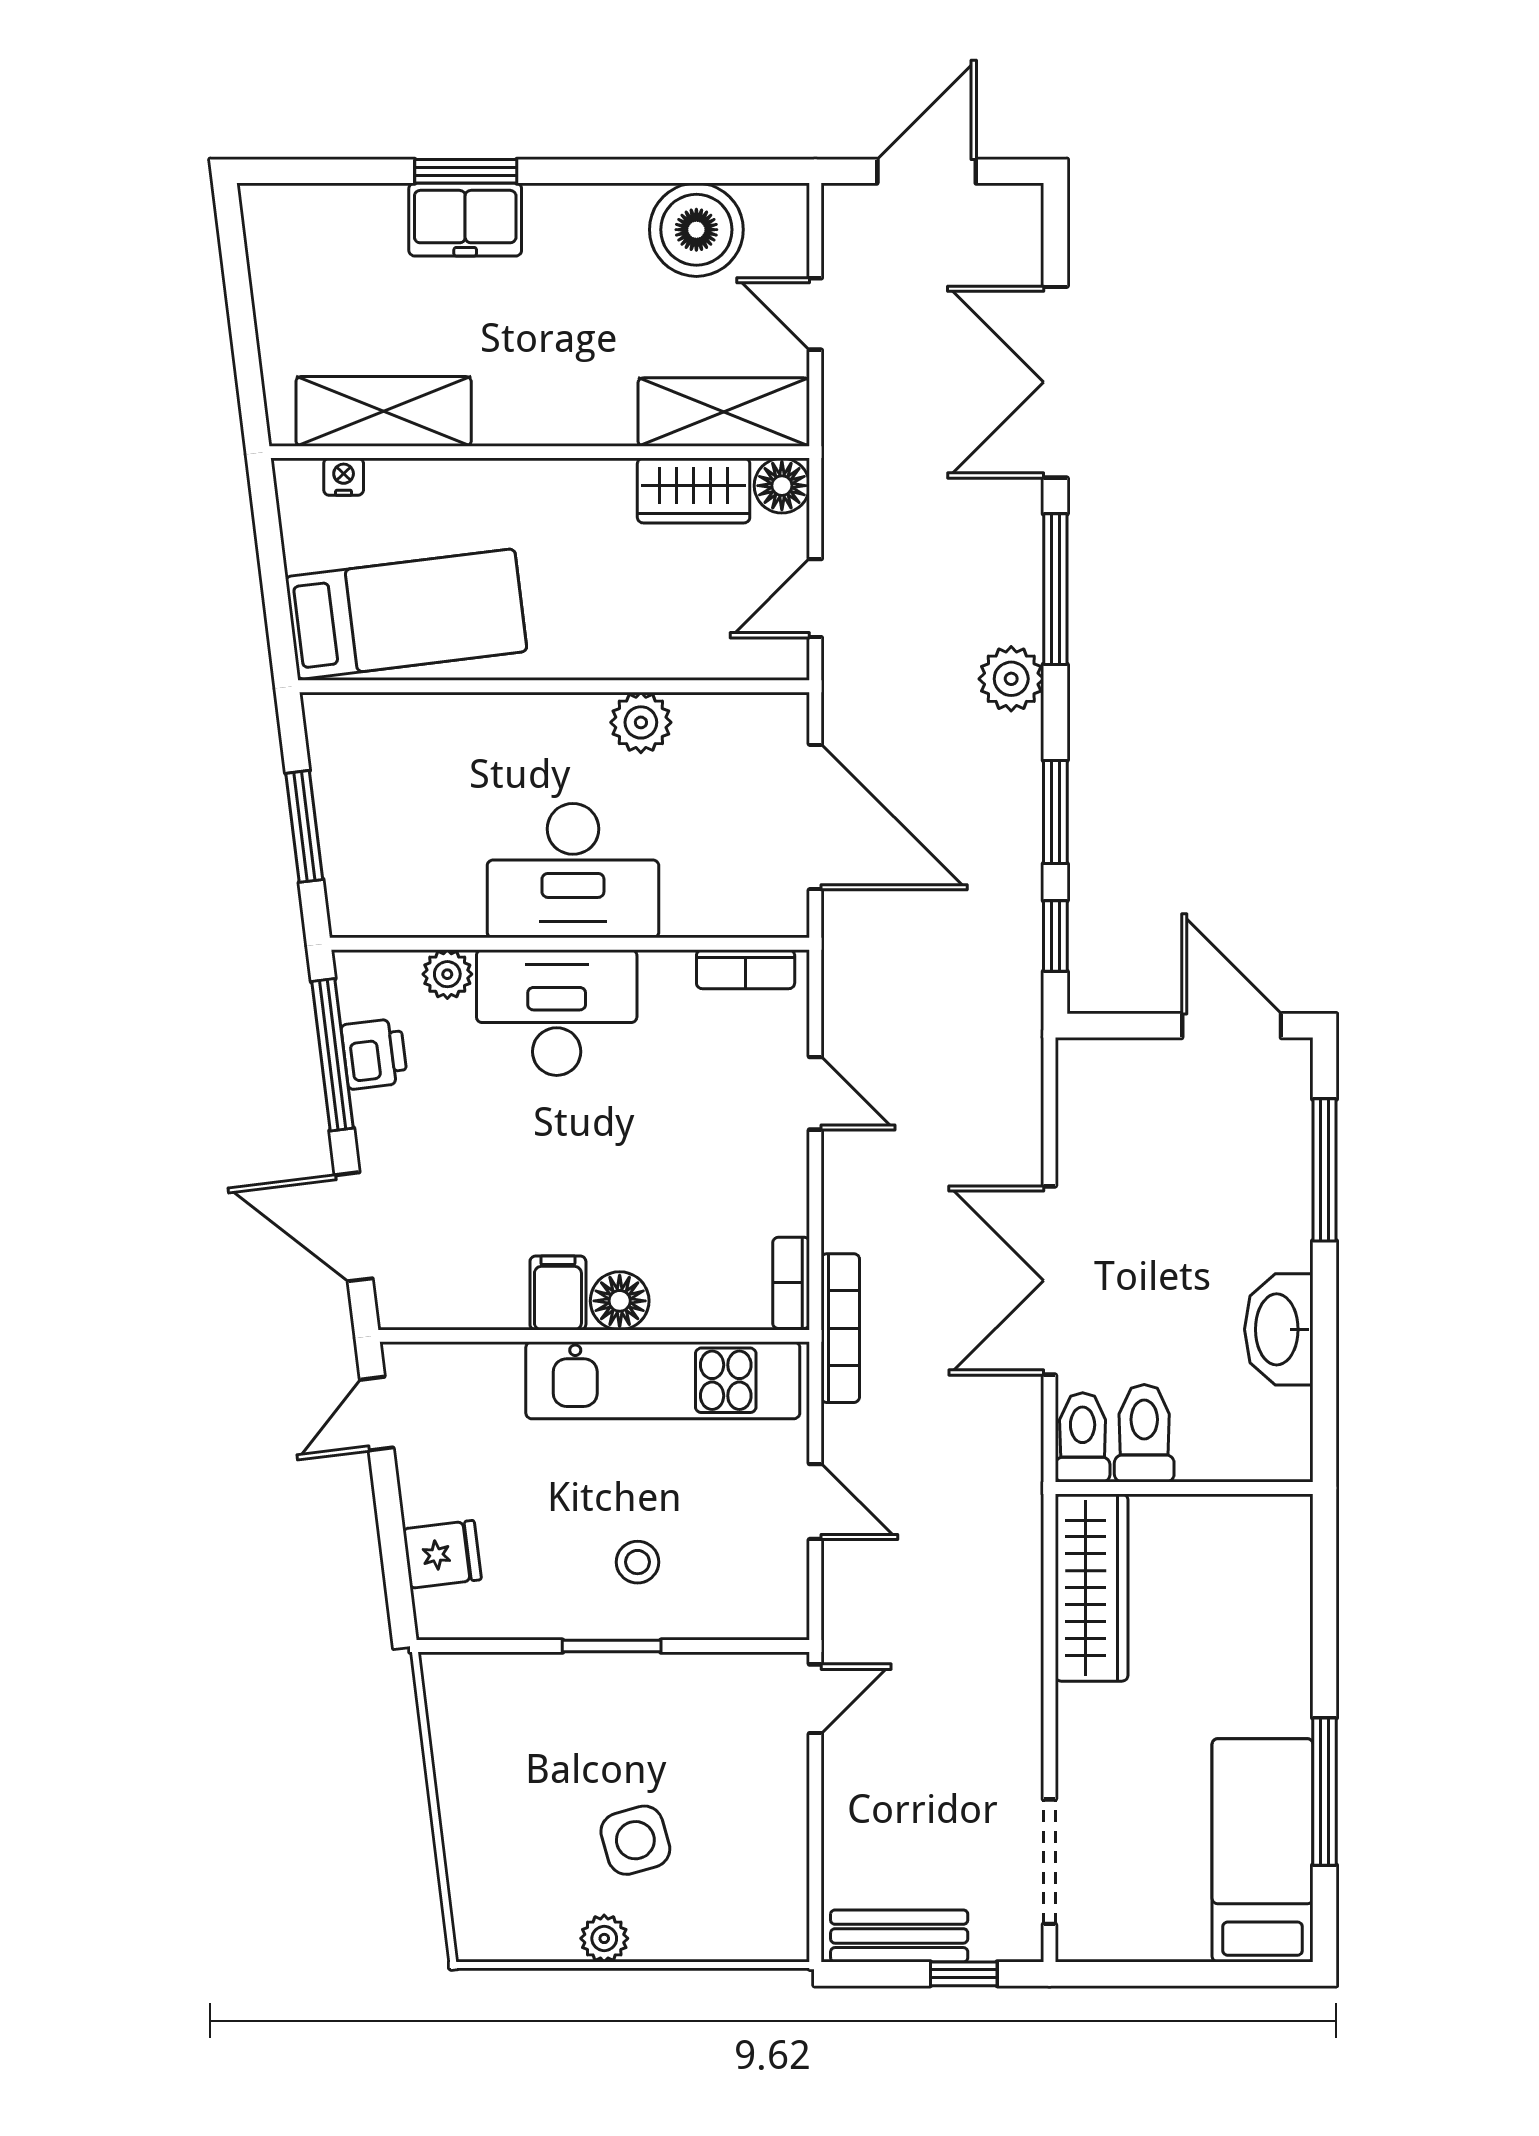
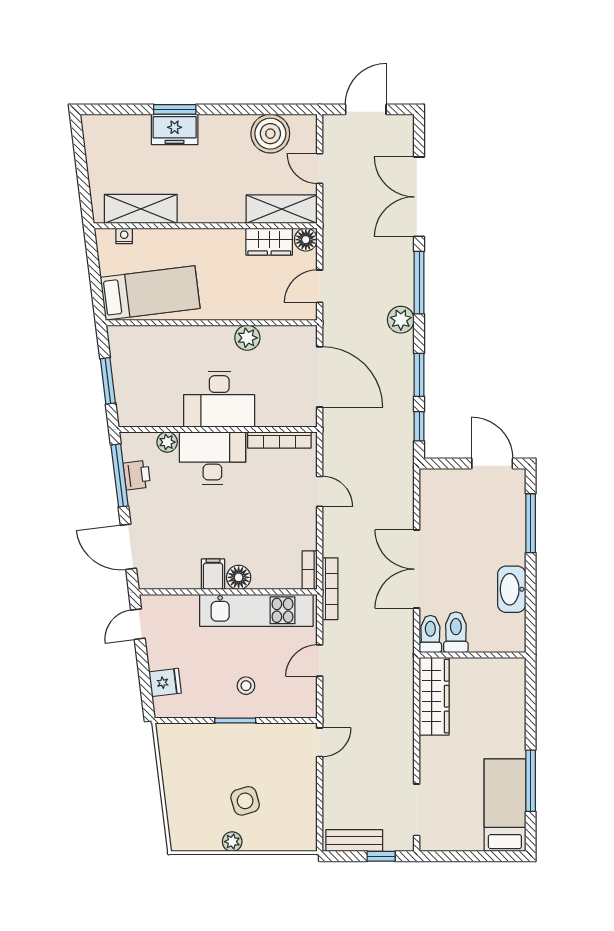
bookcase: (746, 969) -> (279, 440), width x1.56
door: (815, 1502) -> (320, 661), swing flipped

